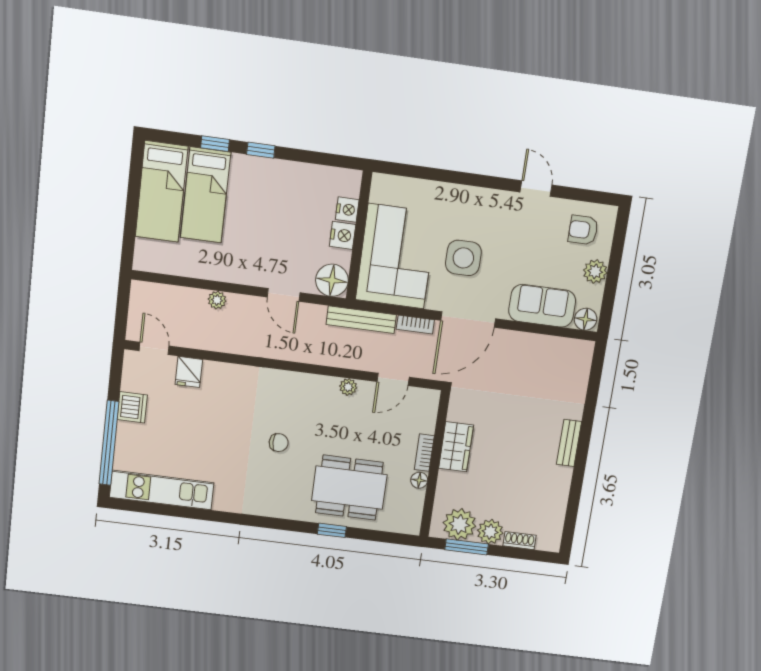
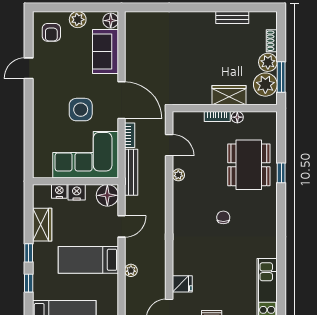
wardrobe: (301, 177) -> (42, 225), added
bed: (206, 195) -> (88, 260), moved, turned 180
bench: (569, 443) -> (232, 18), moved
wardrobe: (456, 447) -> (229, 95), moved

